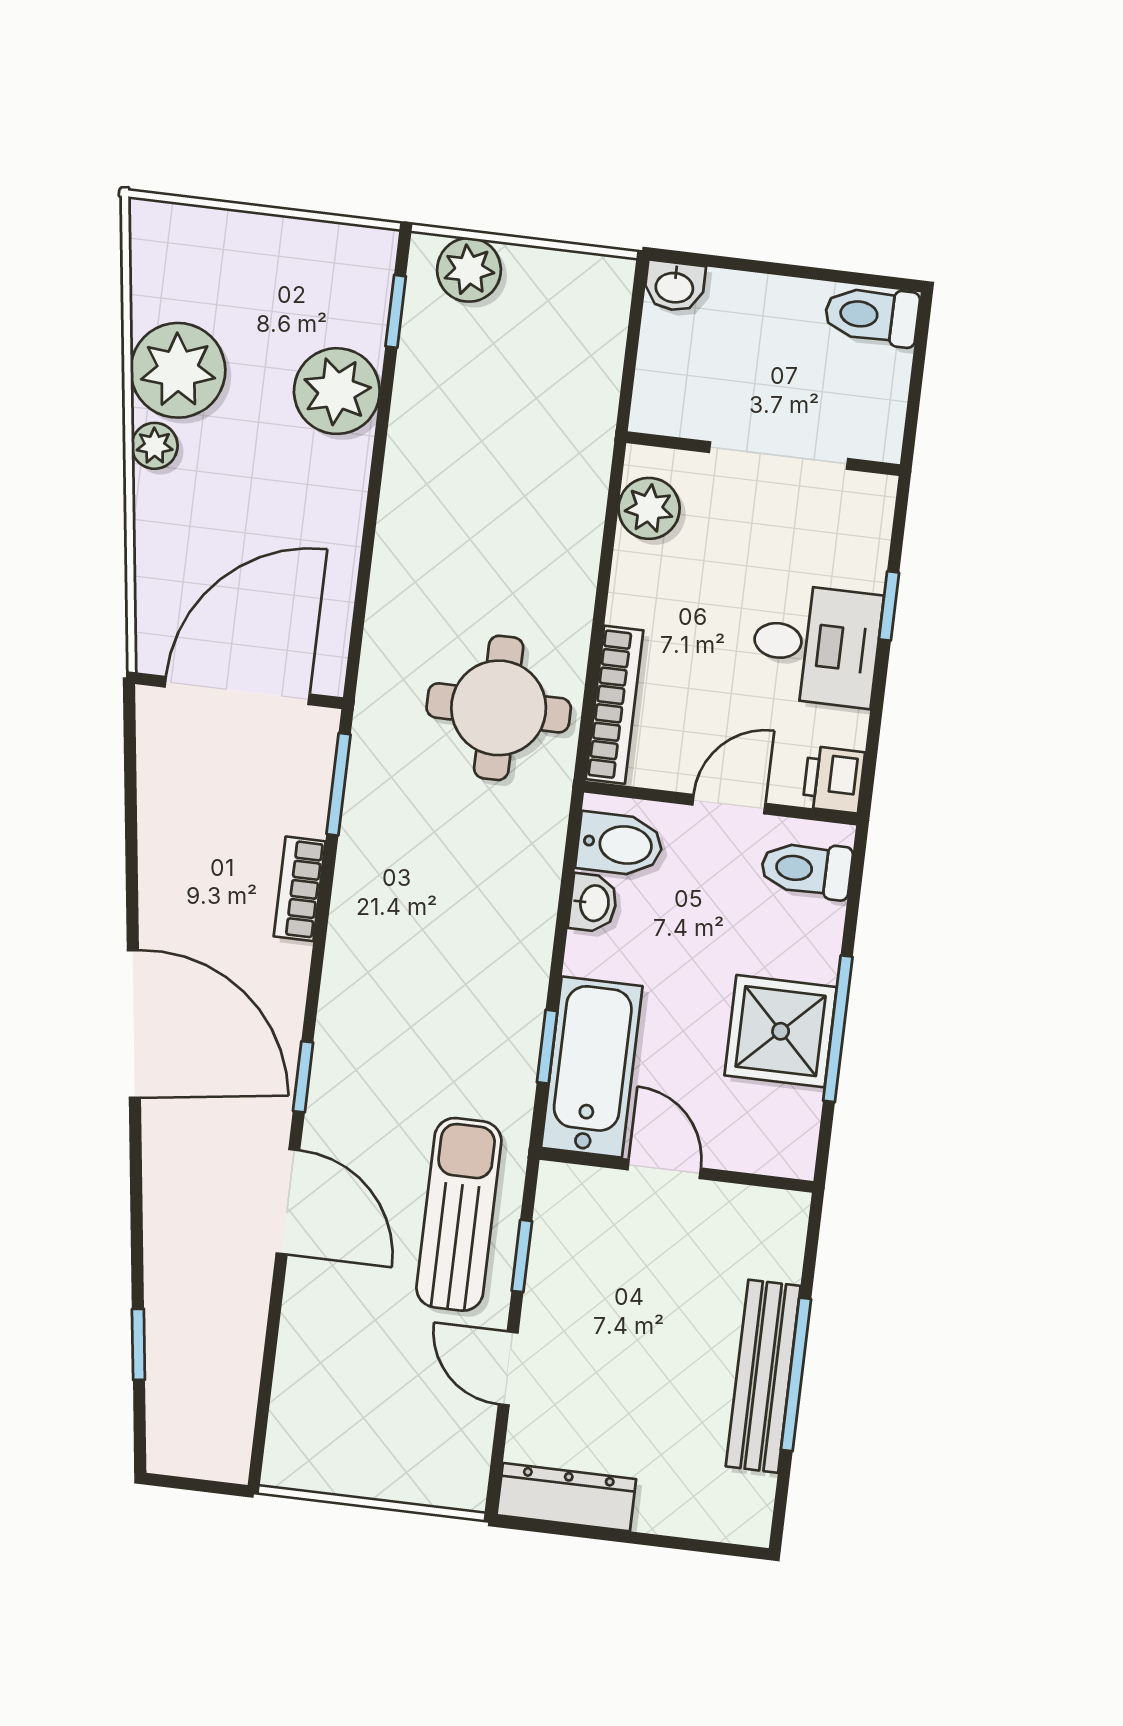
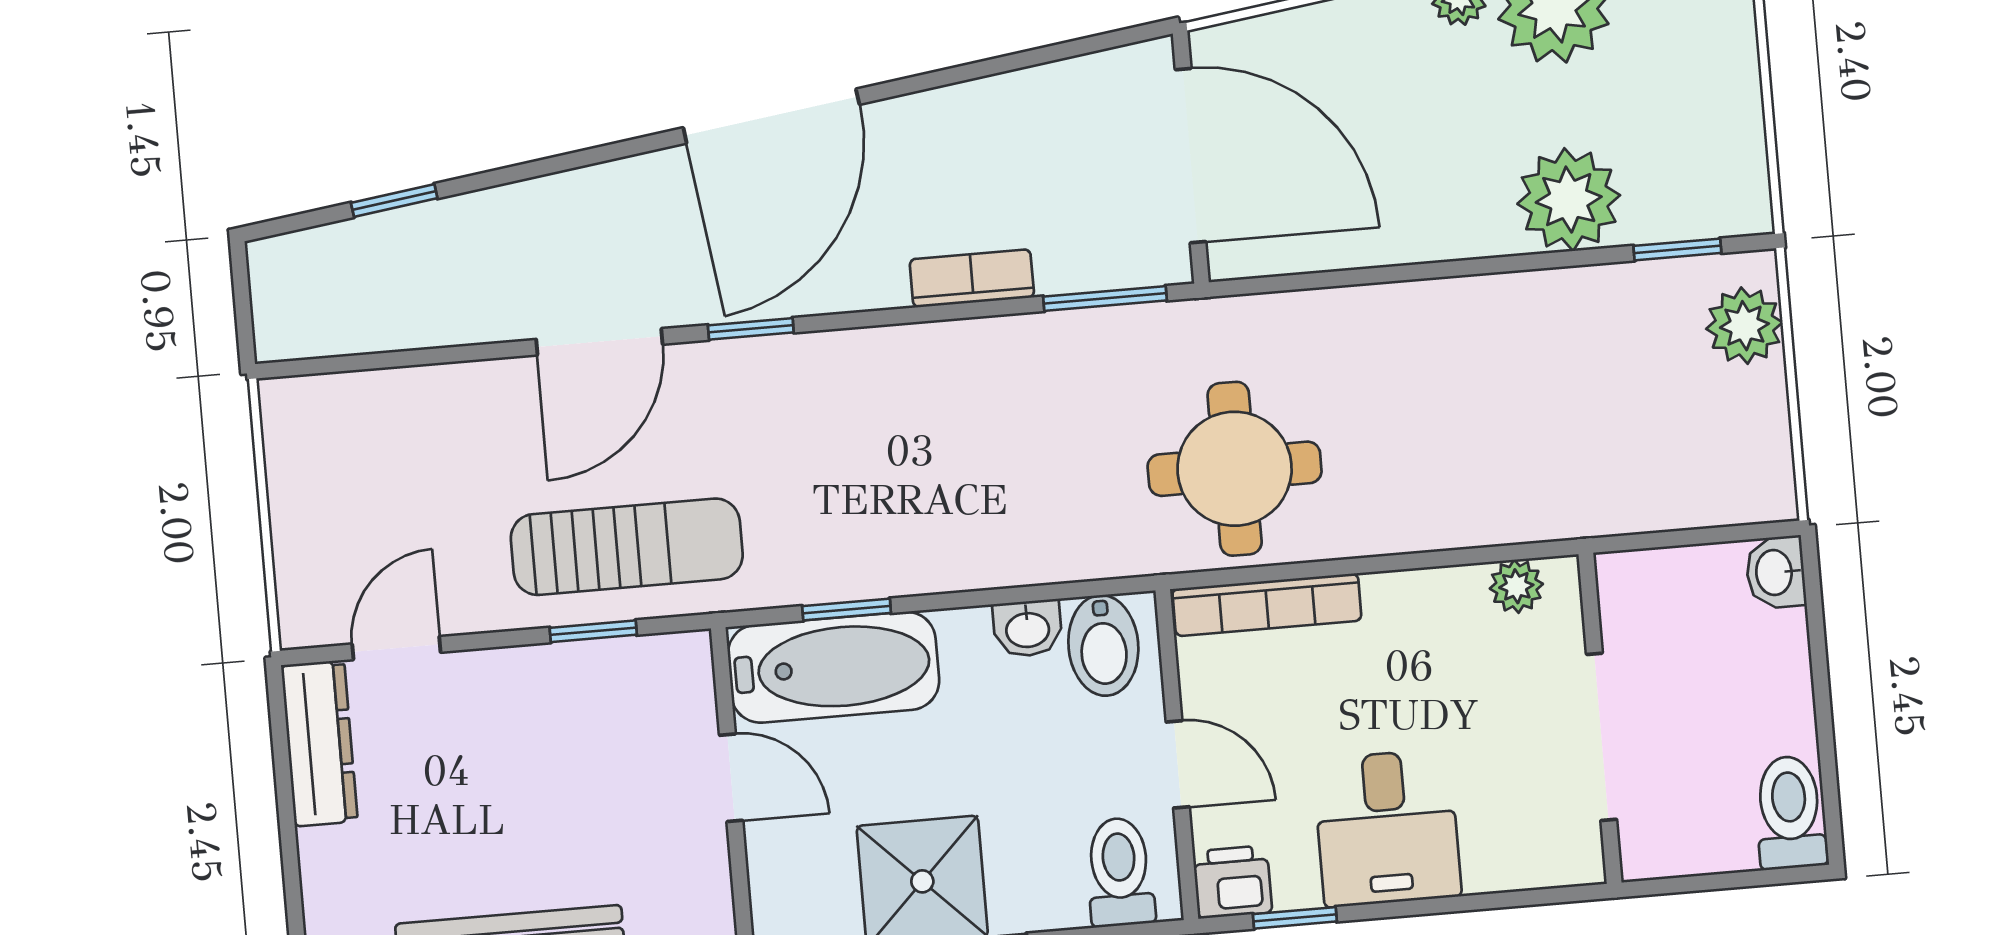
plant: (649, 508) -> (1516, 586), width x0.73, depth x0.73
window: (889, 606) -> (1295, 918), moved
door: (664, 1169) -> (731, 778), hinge flipped
door: (508, 1368) -> (396, 648), moved

